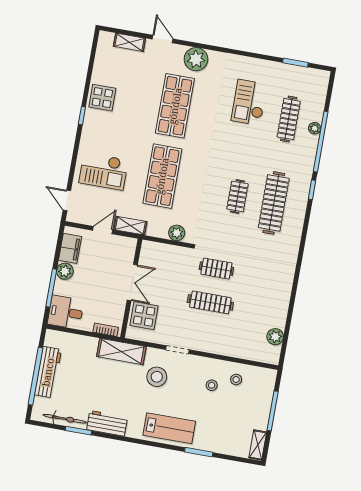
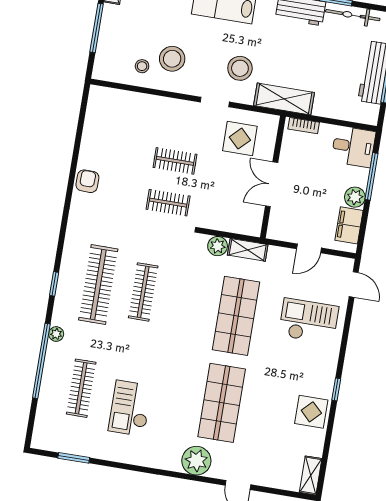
shelving: (129, 42) -> (311, 475), moved, turned 90
checkout: (249, 102) -> (130, 408), turned 180
plant: (315, 128) -> (56, 334), moved
window: (312, 190) -> (54, 284), moved
clothes rail: (237, 196) -> (143, 292), width x1.36
shelving: (130, 226) -> (248, 250), moved
armchair: (282, 287) -> (87, 181), added
clothes rail: (210, 302) -> (175, 161), width x0.73
display table: (144, 316) -> (240, 139), moved
plant: (275, 337) -> (94, 120), removed
stool: (212, 385) -> (172, 59), width x1.89, depth x1.89

